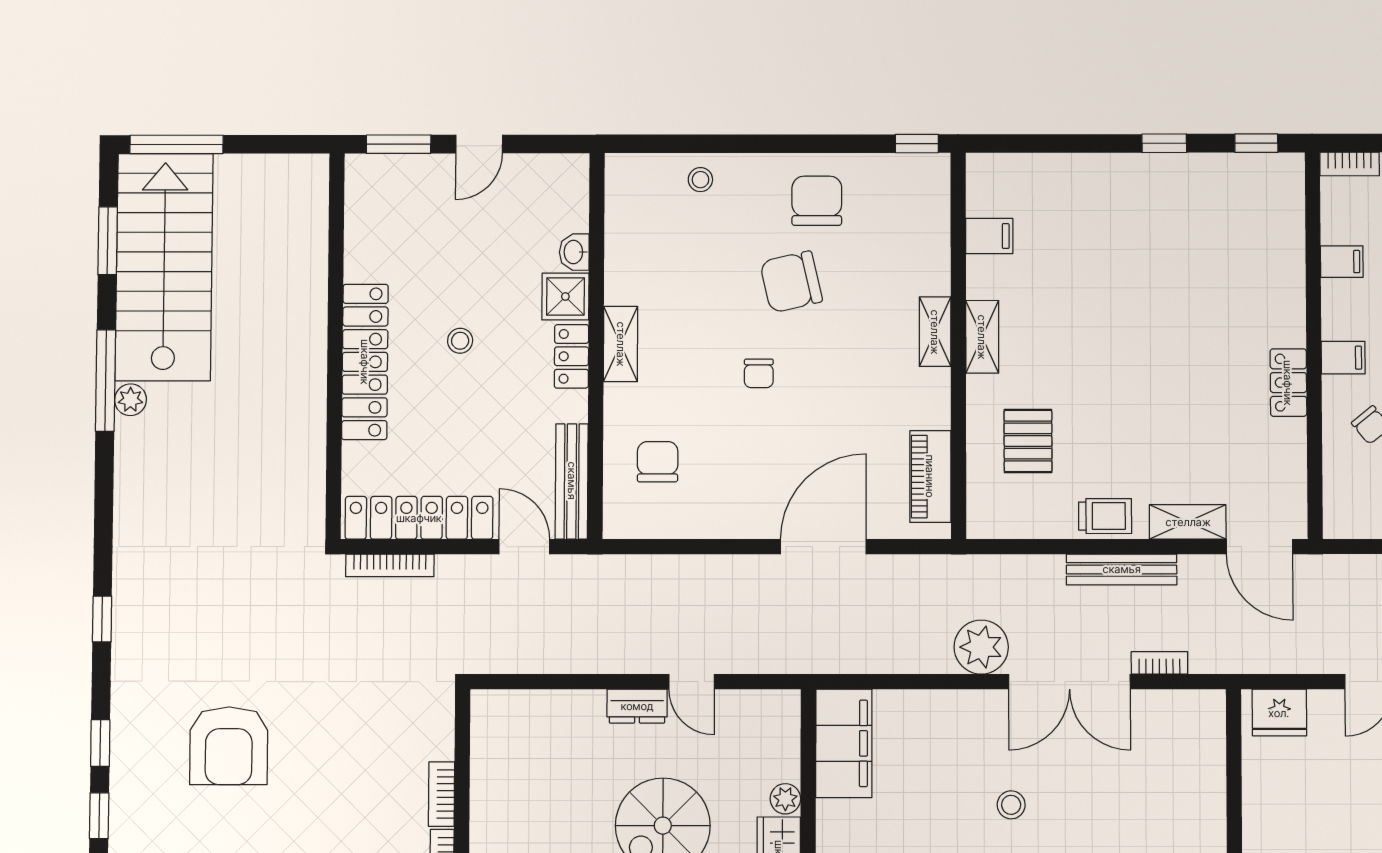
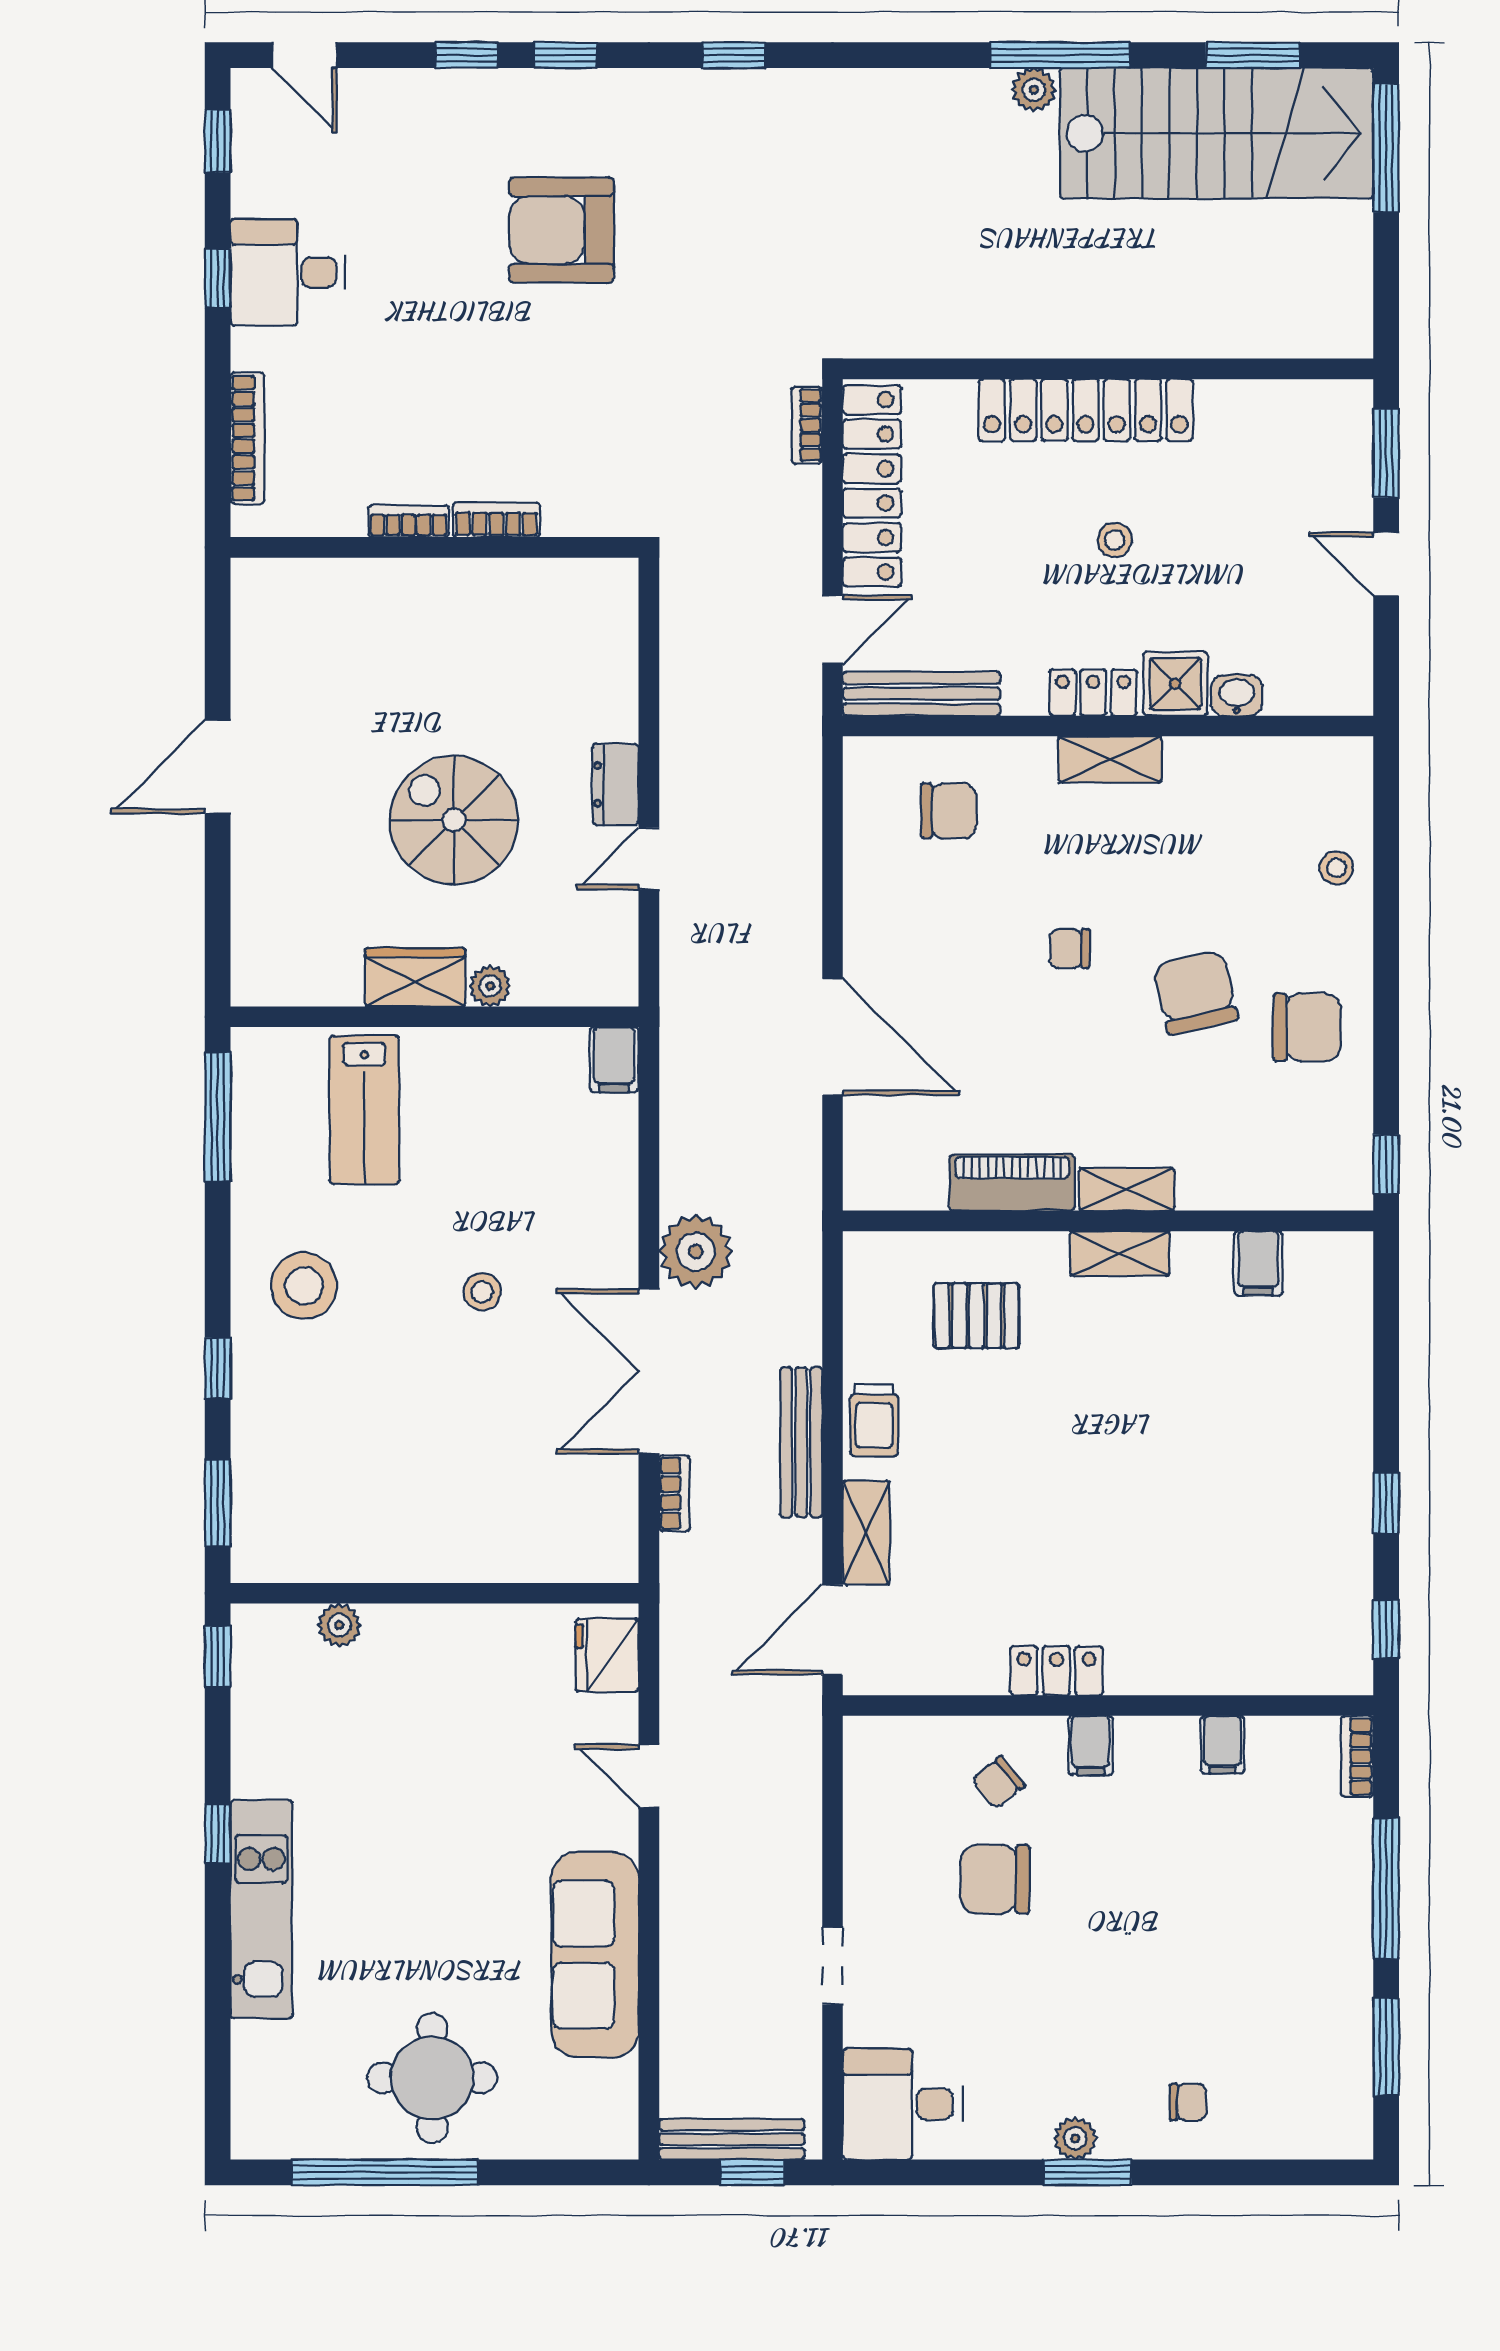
piano: (930, 476) -> (1012, 1183), moved
bookcase: (390, 565) -> (807, 425), width x0.64
filing cabinet: (844, 743) -> (614, 1060), width x0.33, depth x0.86

